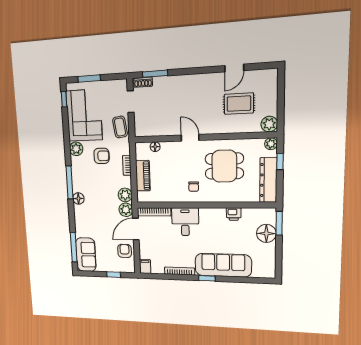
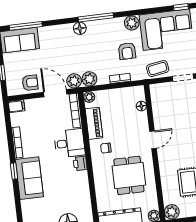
piano: (143, 176) -> (94, 123), moved, turned -90
plant: (142, 197) -> (89, 97), added
printer: (234, 214) -> (80, 163), moved
sofa: (223, 265) -> (29, 178), width x0.73

